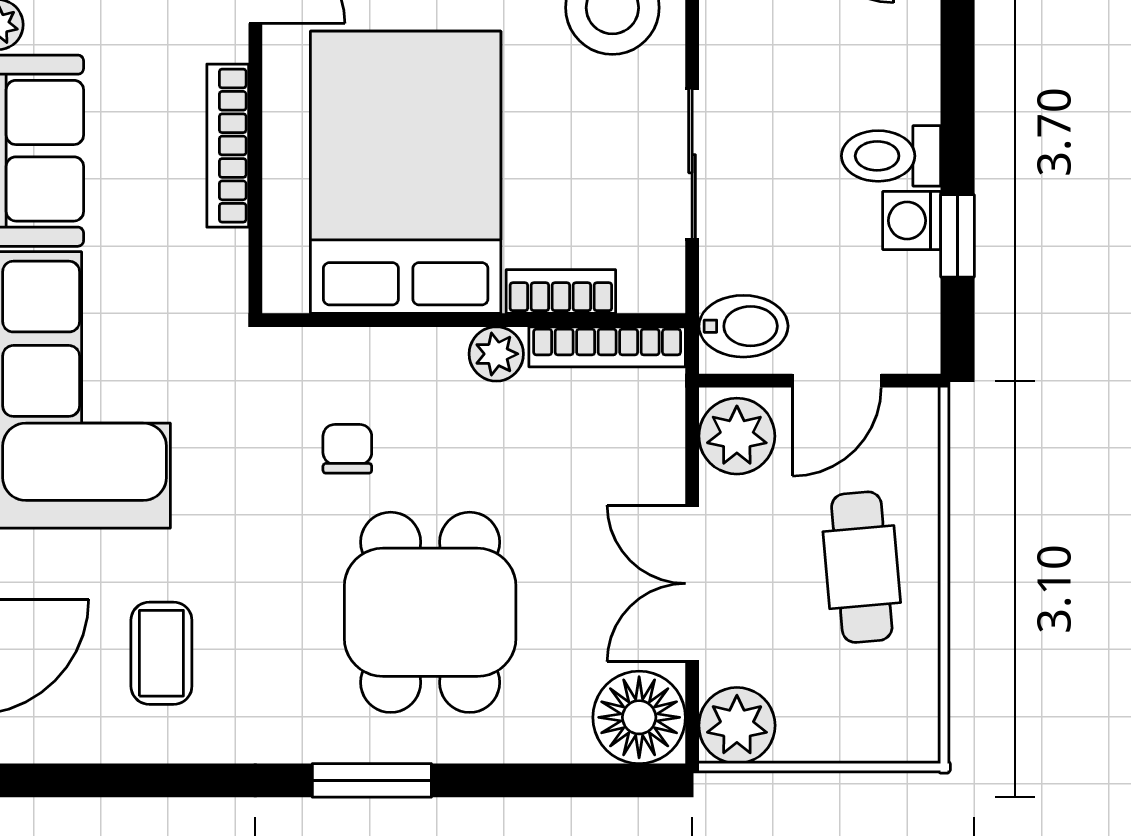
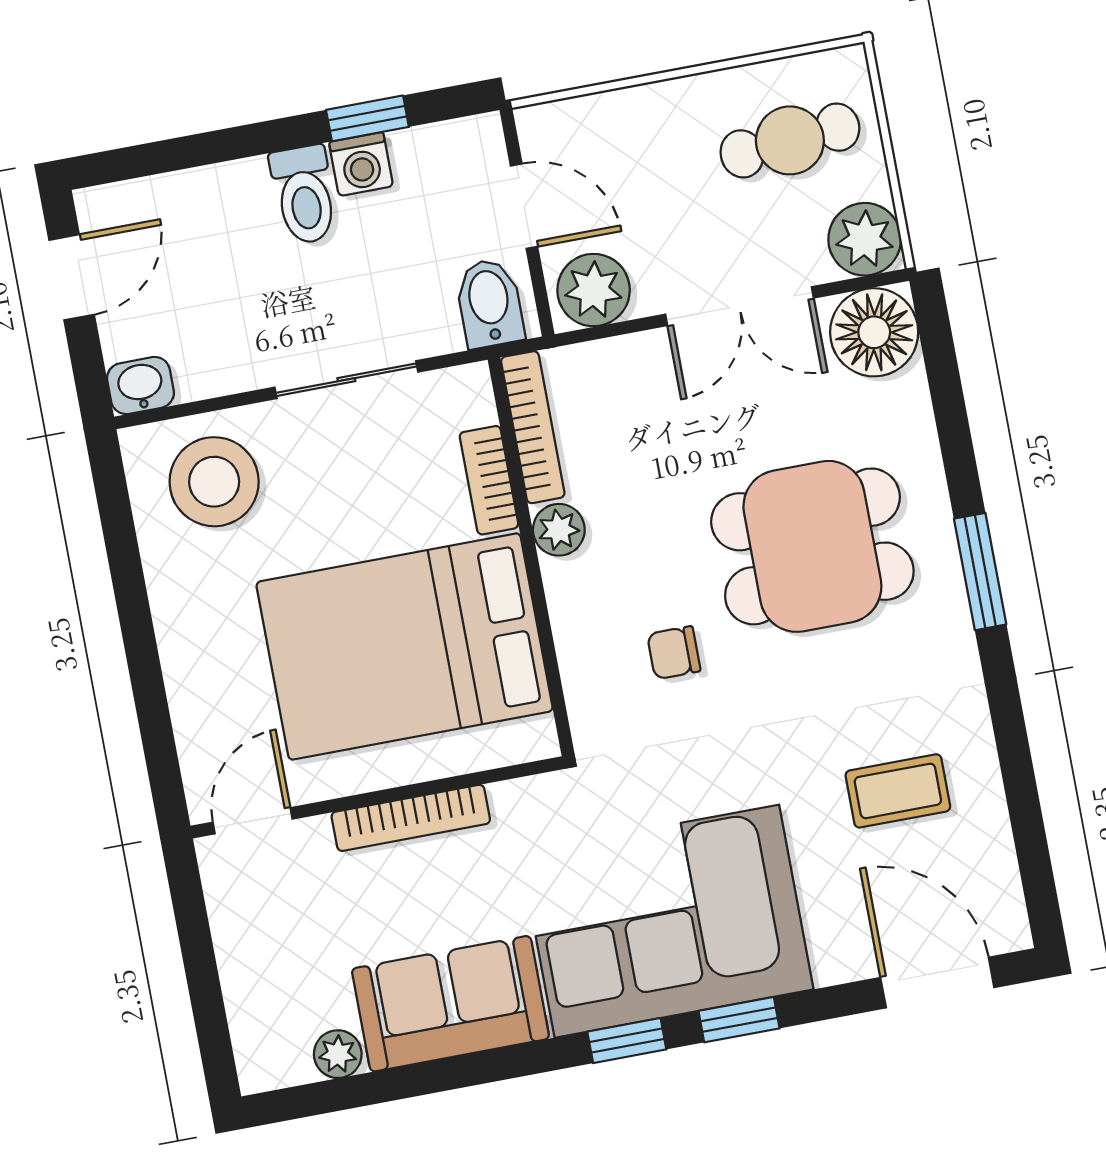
cafe table: (862, 567) -> (790, 140), moved

